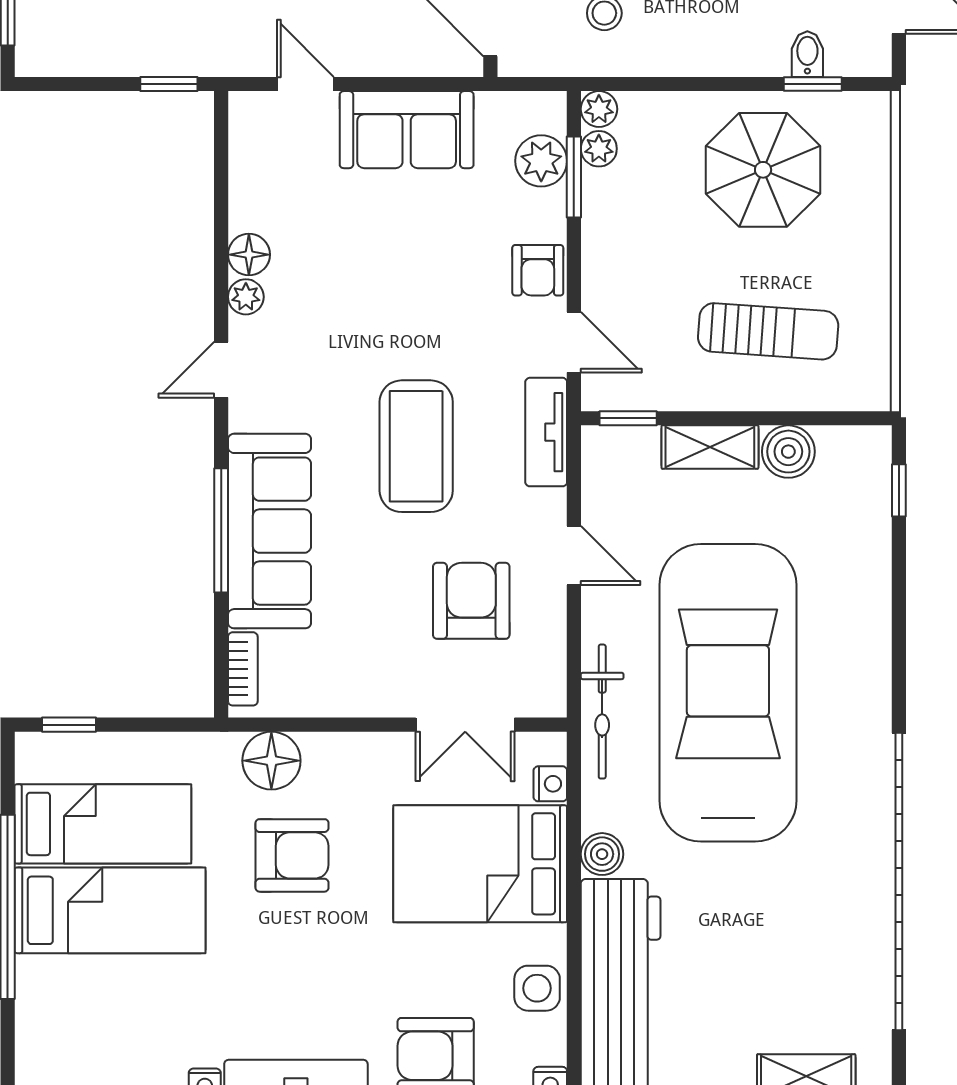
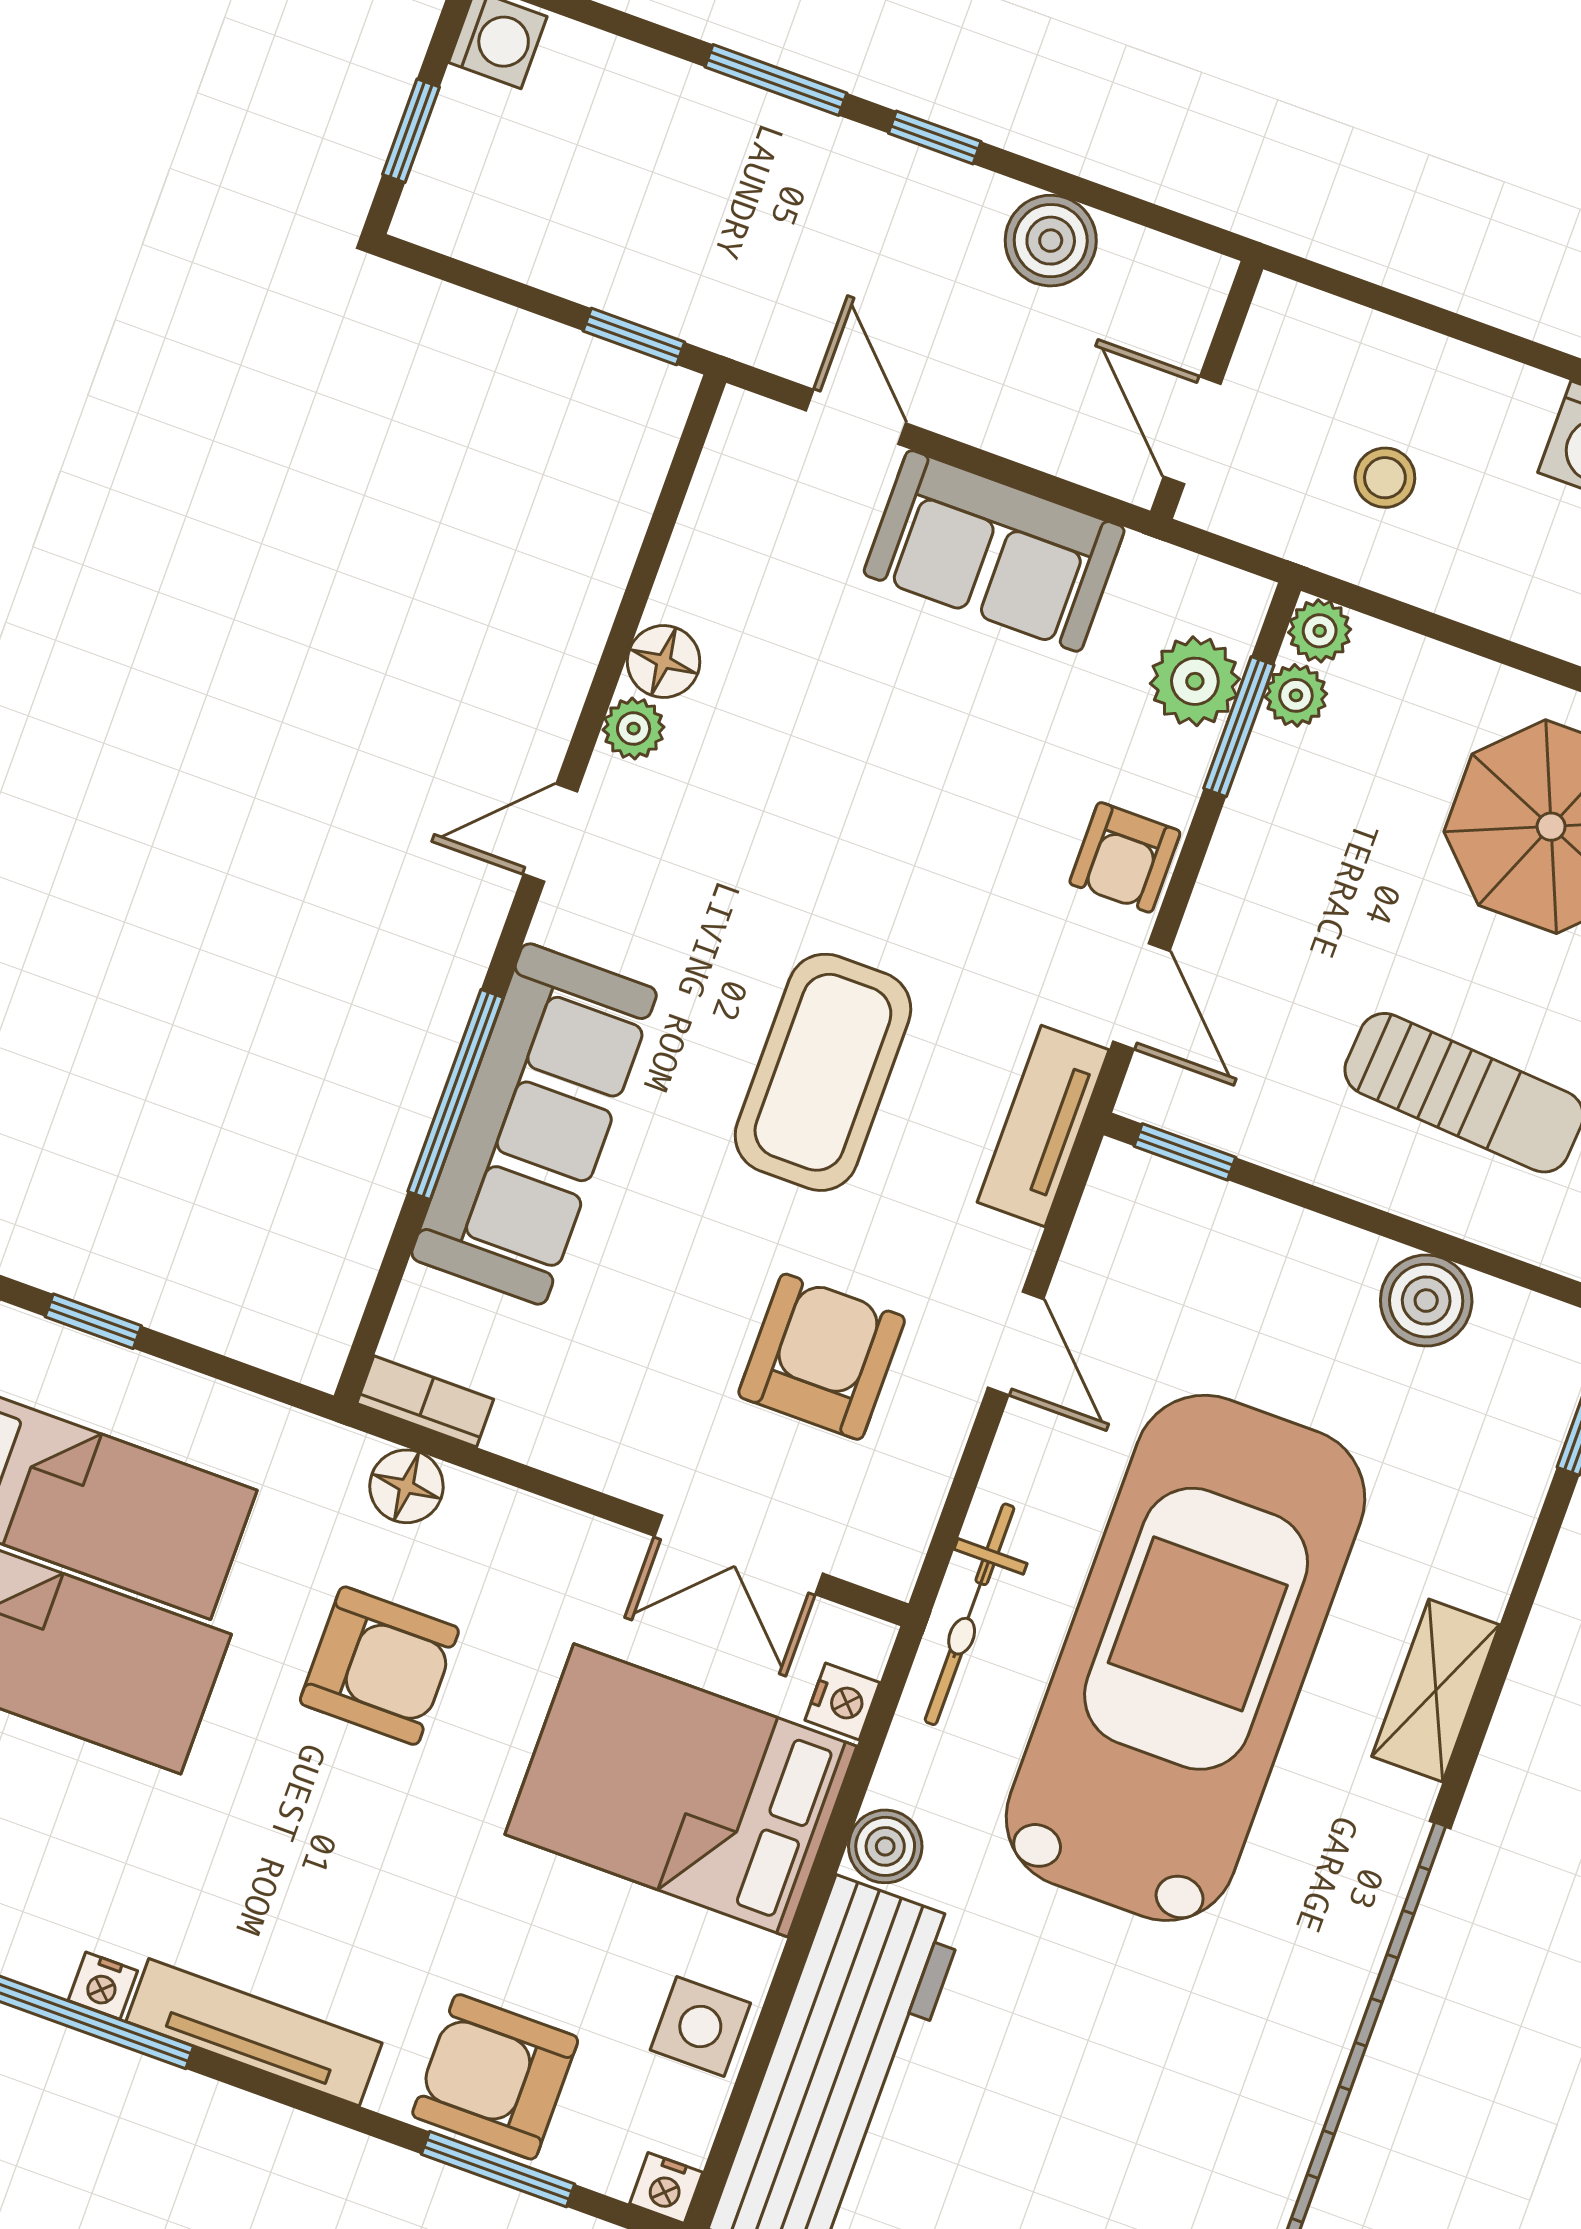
shelving: (710, 447) -> (1436, 1691), moved, turned 90
bookcase: (243, 669) -> (425, 1401), moved, turned -90
floor lamp: (271, 761) -> (406, 1486), width x0.73, depth x0.73

